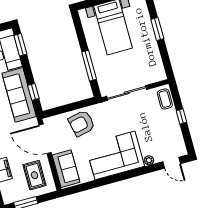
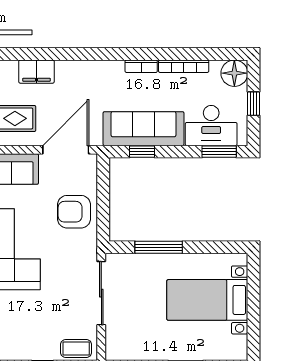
armchair: (82, 123) -> (74, 212), turned -78

